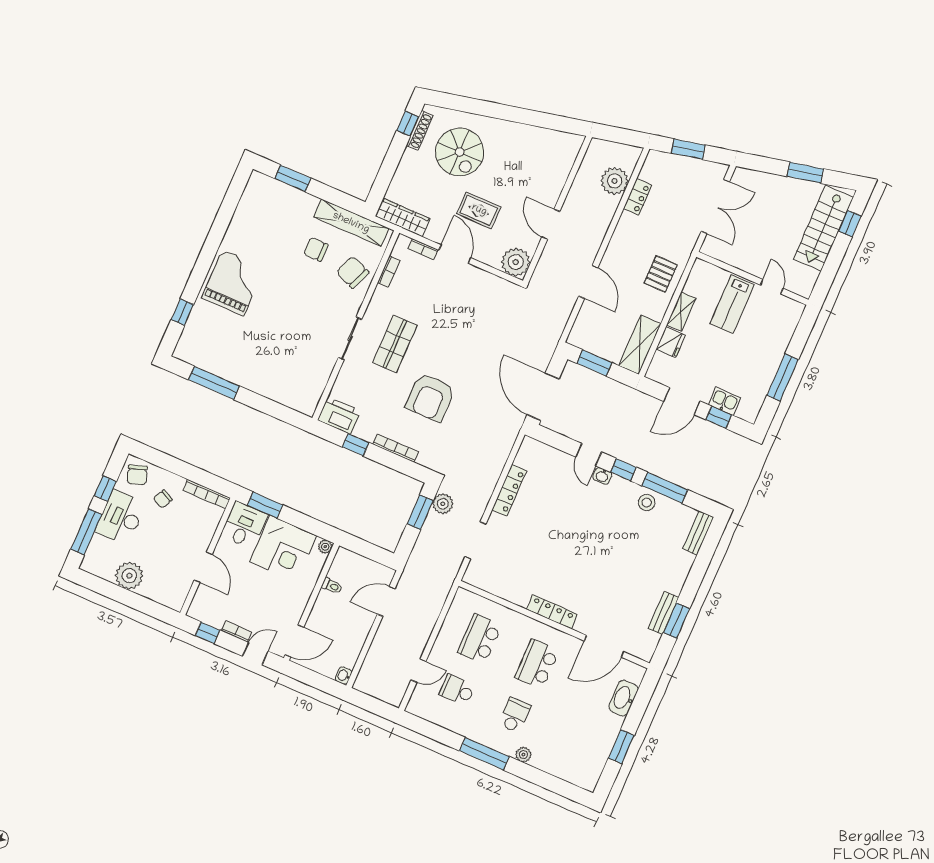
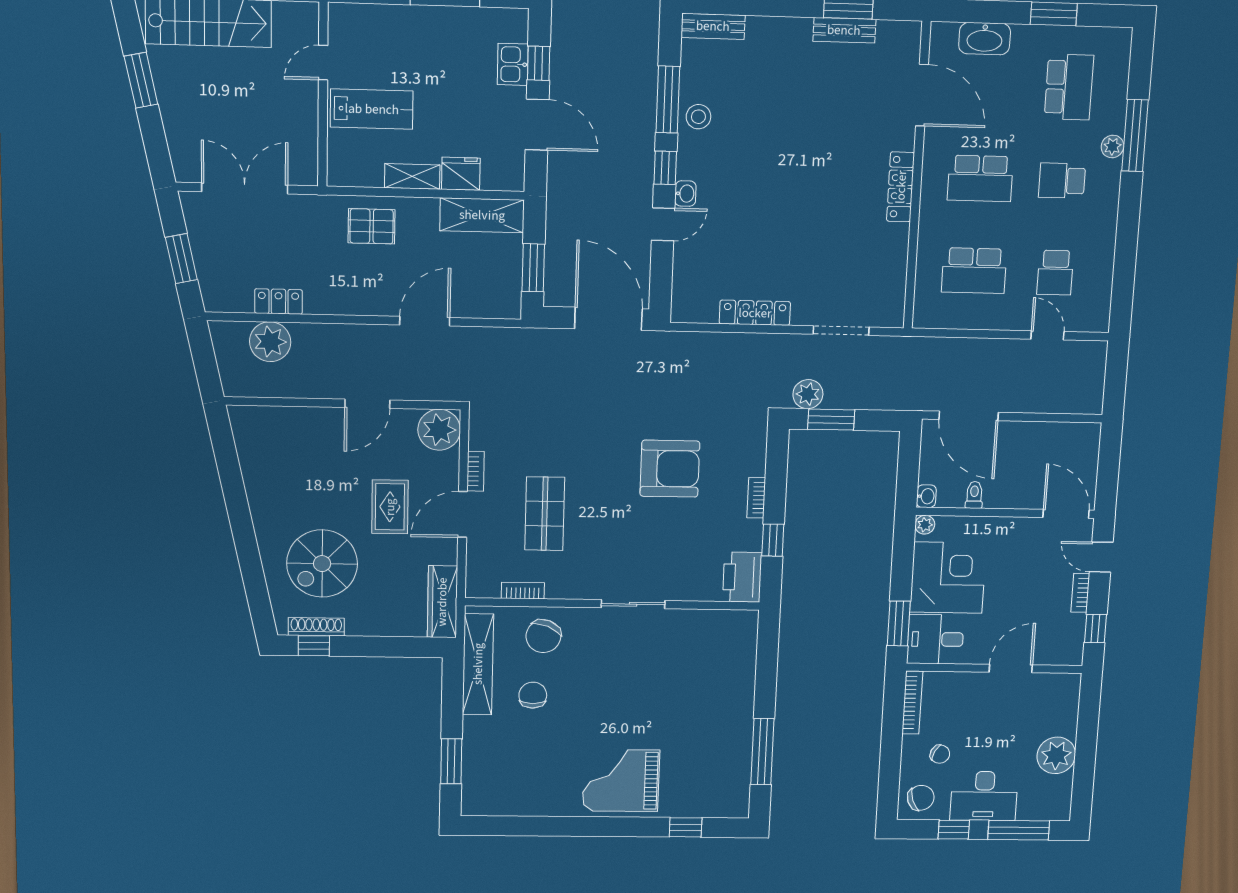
spiral stairs: (460, 152) -> (322, 564), turned 180
chair: (316, 249) -> (533, 695), turned 180
bookcase: (423, 249) -> (476, 471), moved
shop shelf: (395, 344) -> (545, 514), moved, turned 90
door: (543, 397) -> (608, 319), swing flipped
bookcase: (396, 448) -> (756, 498), width x0.64
door: (386, 601) -> (969, 416), width x1.36
washbasin: (344, 675) -> (926, 496), moved, turned -90
school desk: (572, 740) -> (1069, 87), added
window: (484, 754) -> (1135, 135), moved

